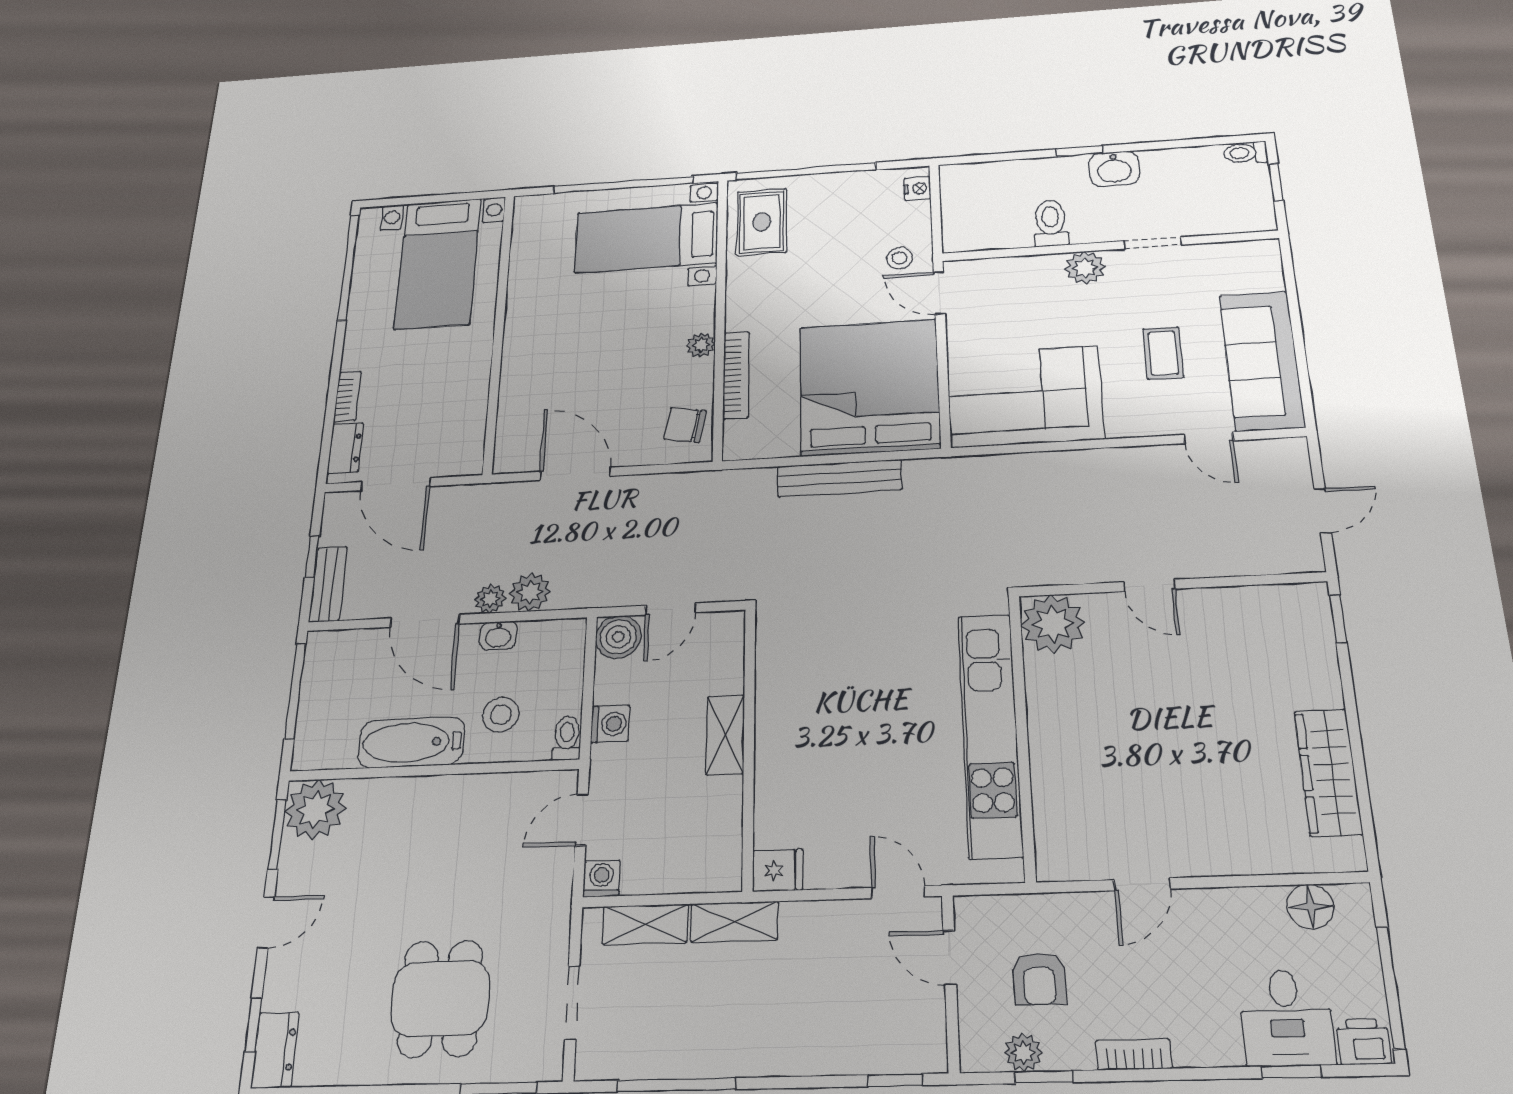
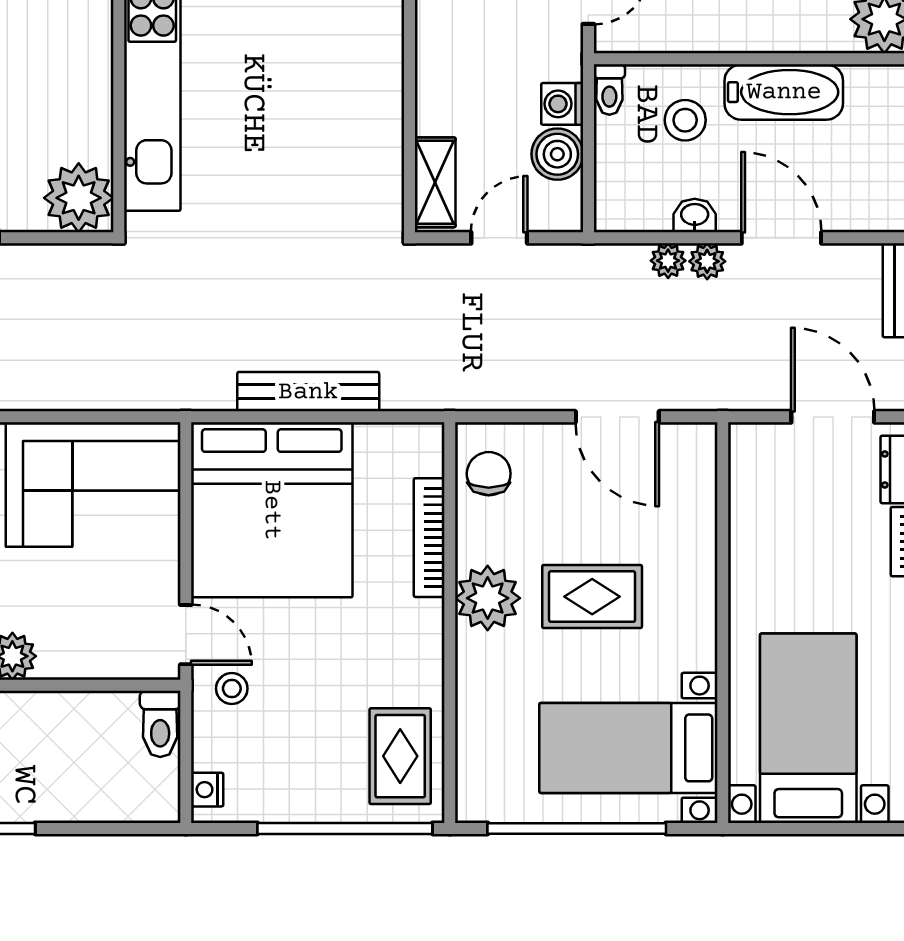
toilet: (1051, 223) -> (160, 724), moved
bed with nightstands: (646, 238) -> (628, 748), moved, turned 180
rug: (603, 342) -> (592, 597), added
plant: (701, 345) -> (488, 598), width x1.88, depth x1.88
chair: (685, 425) -> (489, 474), turned -100
plant: (530, 592) -> (668, 261), width x0.73, depth x0.73
boiler: (618, 637) -> (557, 154), moved
shelving: (725, 735) -> (435, 182), moved

